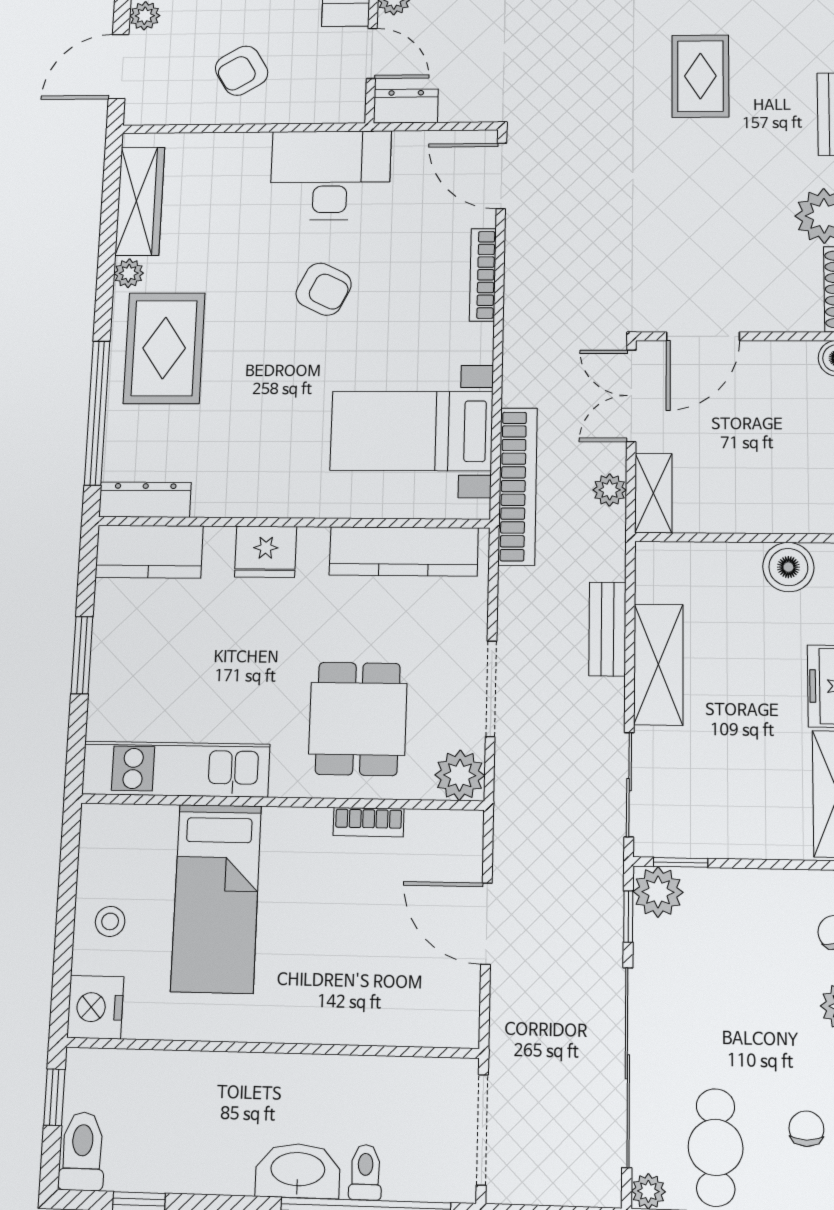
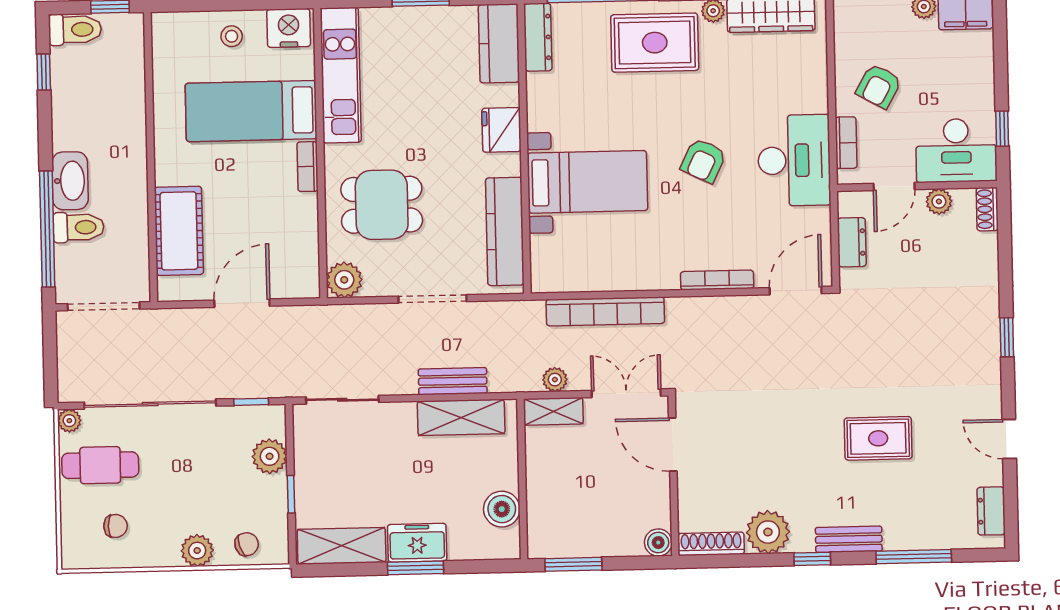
armchair: (242, 71) -> (879, 86), turned -120
dresser: (406, 106) -> (852, 242), moved
bookcase: (312, 111) -> (846, 143), added
bed with nightstands: (411, 431) -> (587, 182), moved, turned 90
bookcase: (518, 486) -> (605, 311), moved
shelving: (658, 664) -> (461, 417), moved
doorway: (491, 689) -> (433, 299), moved
bookcase: (369, 822) -> (308, 167), moved
window: (681, 862) -> (291, 494), moved
plant: (658, 892) -> (270, 456), moved
nightstand: (95, 1007) -> (289, 28), moved
cot: (379, 1011) -> (179, 231), added
toilet: (365, 1172) -> (79, 227), width x1.37, depth x1.39

